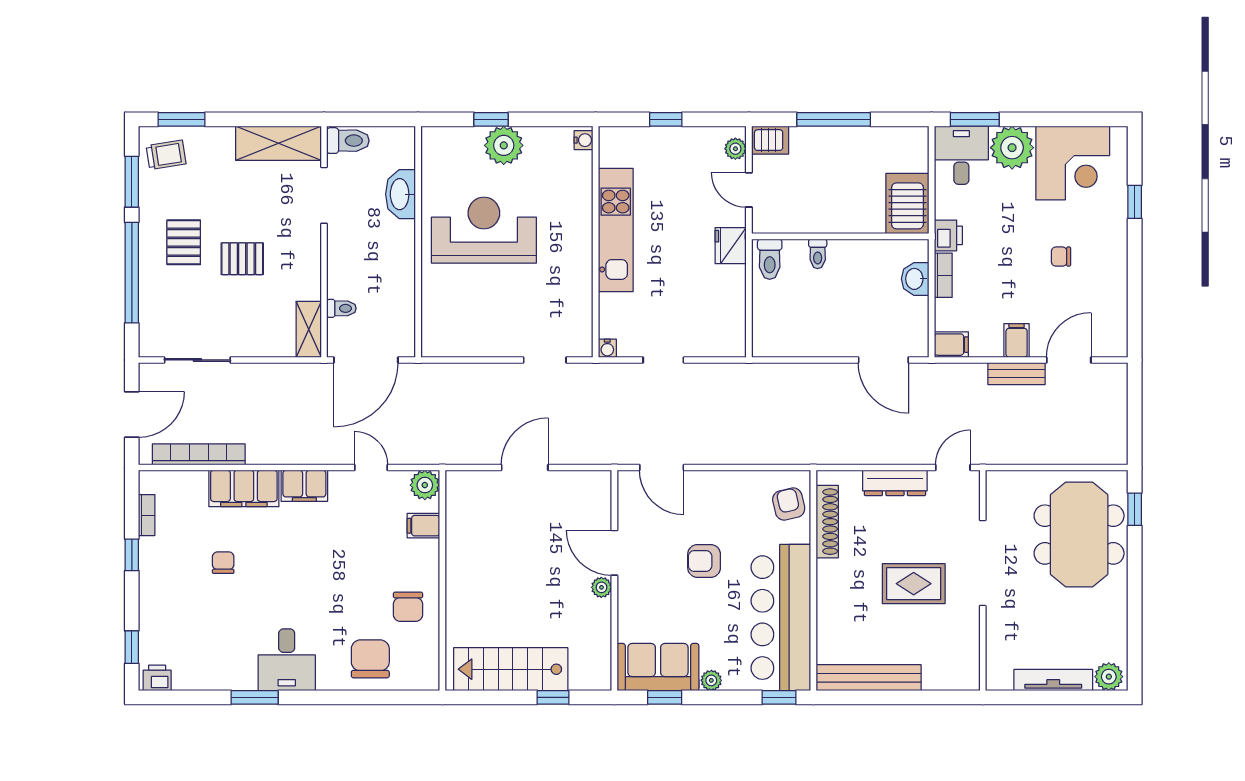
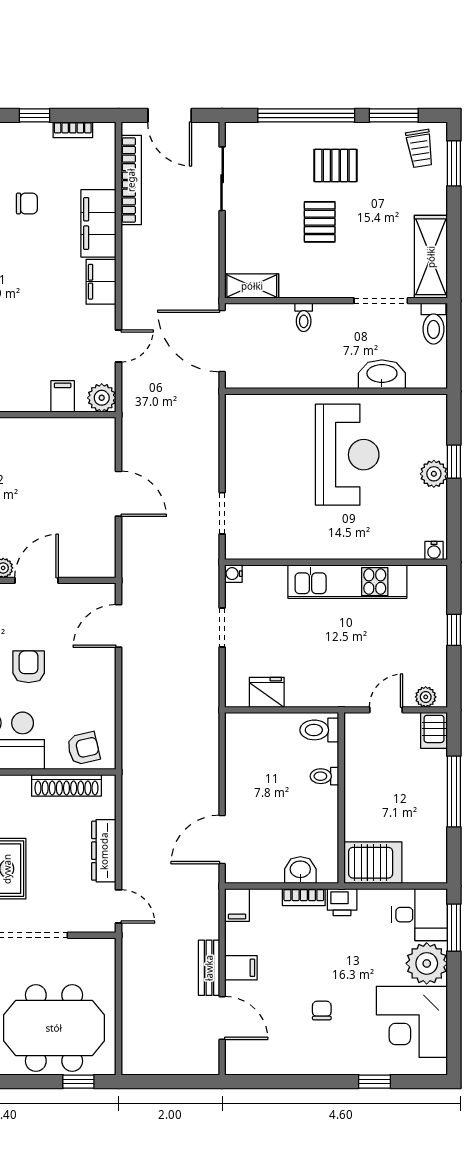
plant: (504, 145) -> (434, 474), width x0.73, depth x0.73
fridge: (731, 246) -> (267, 692), moved
toilet: (341, 308) -> (304, 317), moved

